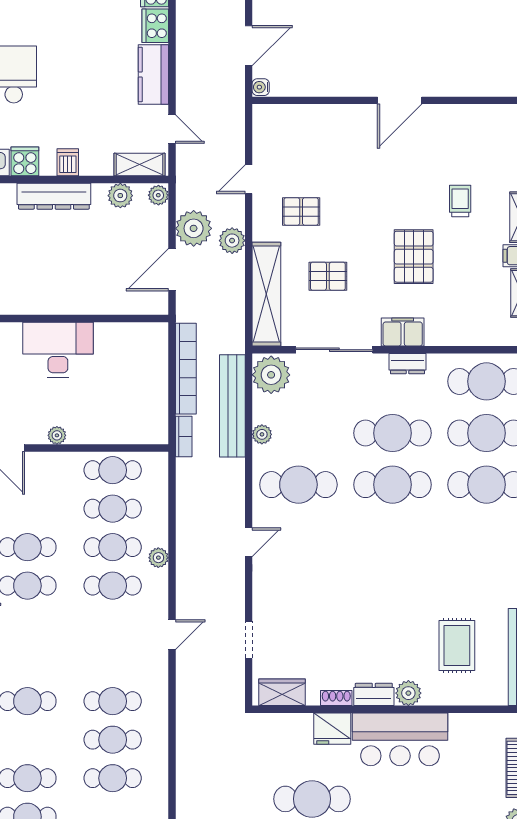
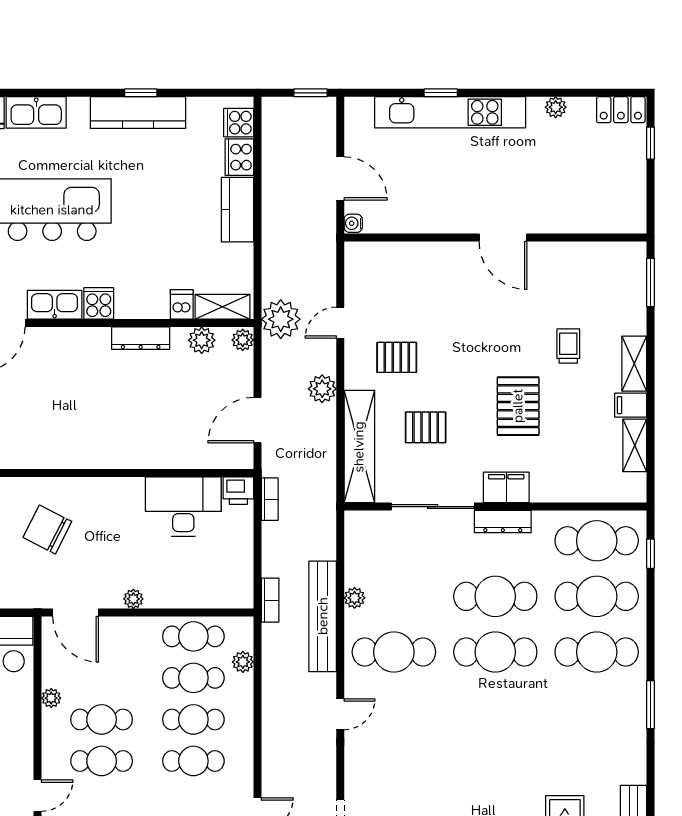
door: (249, 46) -> (340, 178), hinge flipped
door: (400, 100) -> (503, 238), hinge flipped
door: (172, 129) -> (257, 269), removed
dishwasher: (68, 162) -> (182, 304), moved
dresser: (54, 196) -> (141, 338), width x0.73, depth x0.80
plant: (194, 228) -> (281, 319), moved
printer: (154, 335) -> (238, 491), added
desk: (58, 350) -> (183, 507), moved
dresser: (407, 364) -> (503, 522), width x1.44
bookcase: (186, 369) -> (270, 499), width x0.43, depth x0.76
plant: (271, 375) -> (364, 534), removed
bench: (232, 406) -> (323, 616), moved
plant: (158, 558) -> (243, 662), moved

